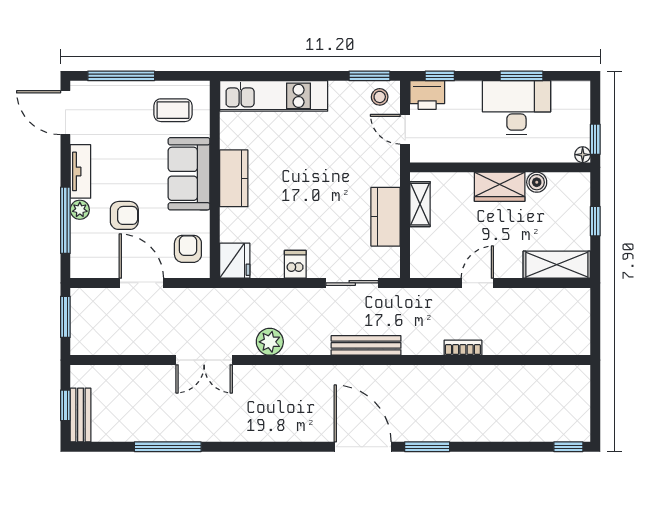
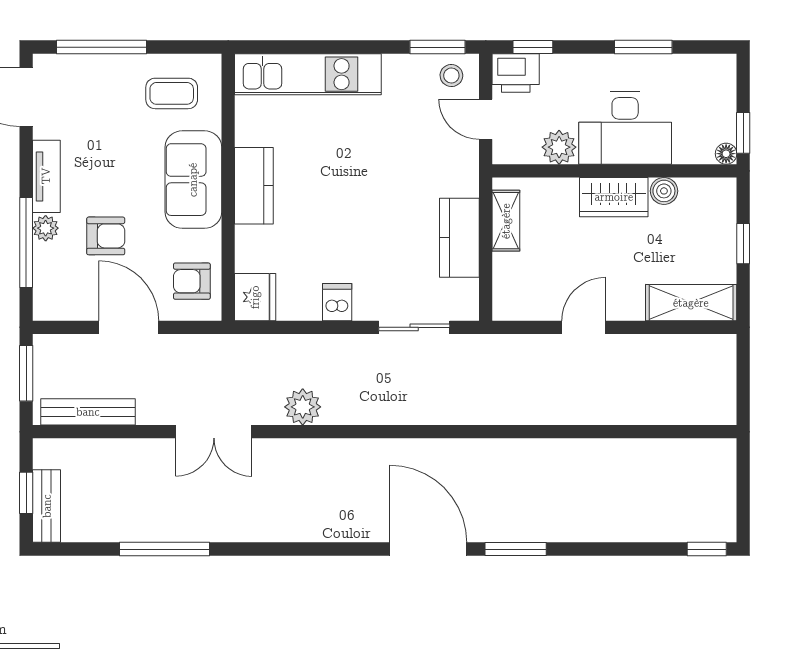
desk: (516, 108) -> (625, 128), moved, turned 180
plant: (459, 150) -> (559, 147), added
armchair: (188, 249) -> (192, 281), turned -90
bench: (366, 345) -> (88, 412), moved
bookcase: (463, 348) -> (564, 415), removed

